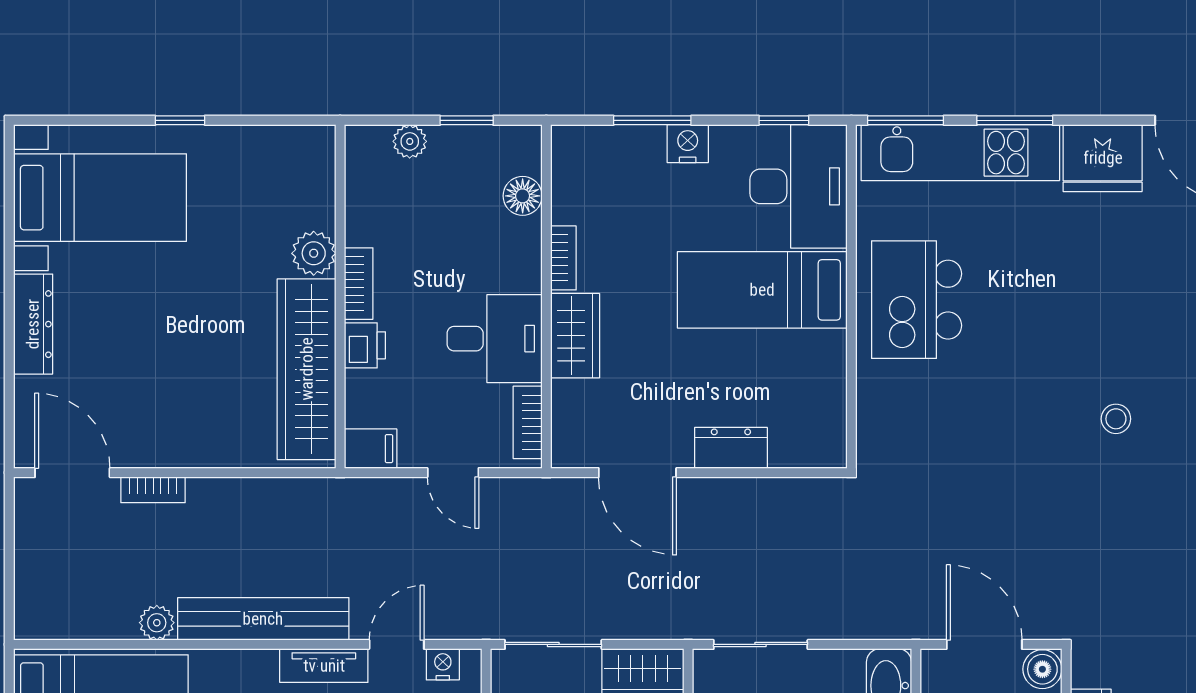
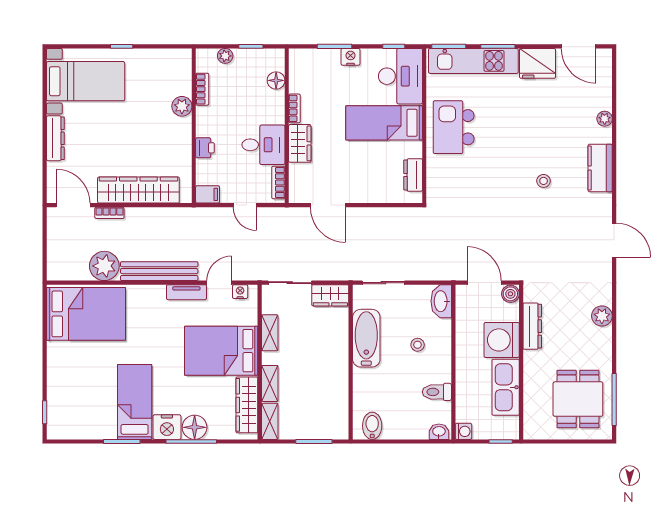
bookcase: (359, 284) -> (202, 89), moved
wardrobe: (307, 369) -> (138, 190), moved, turned 90
dresser: (731, 448) -> (413, 175), moved, turned -90
plant: (157, 623) -> (104, 266), width x1.87, depth x1.87

